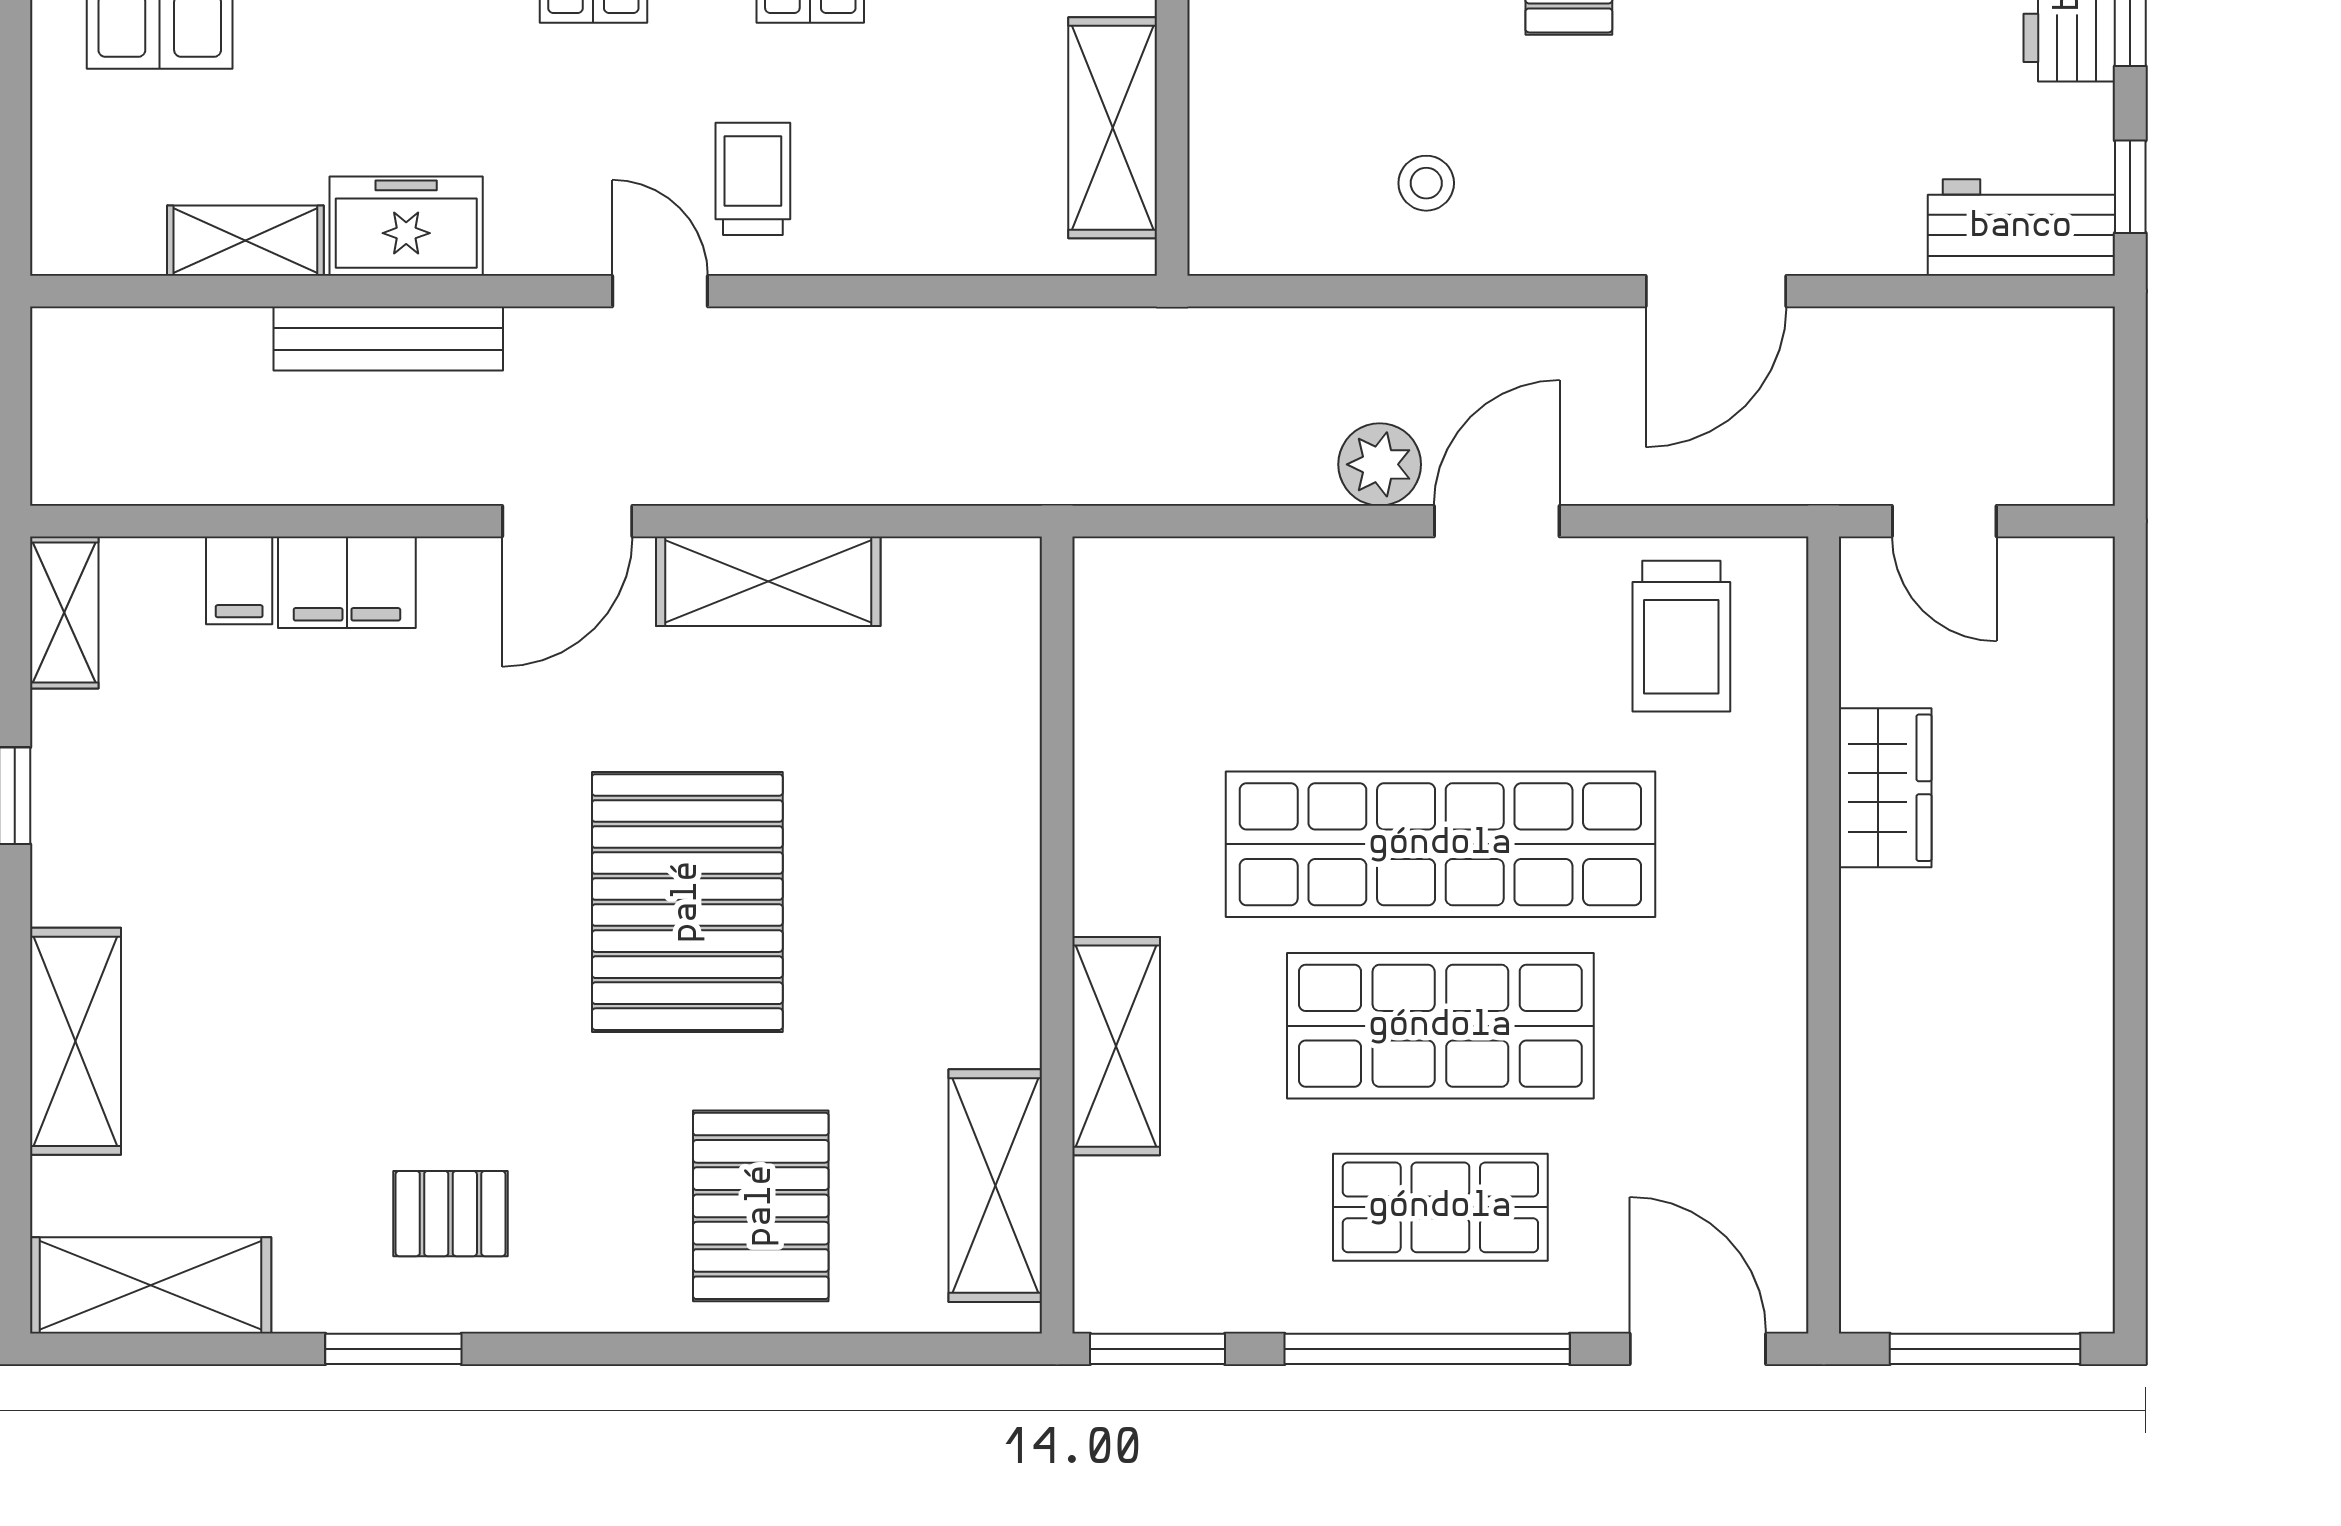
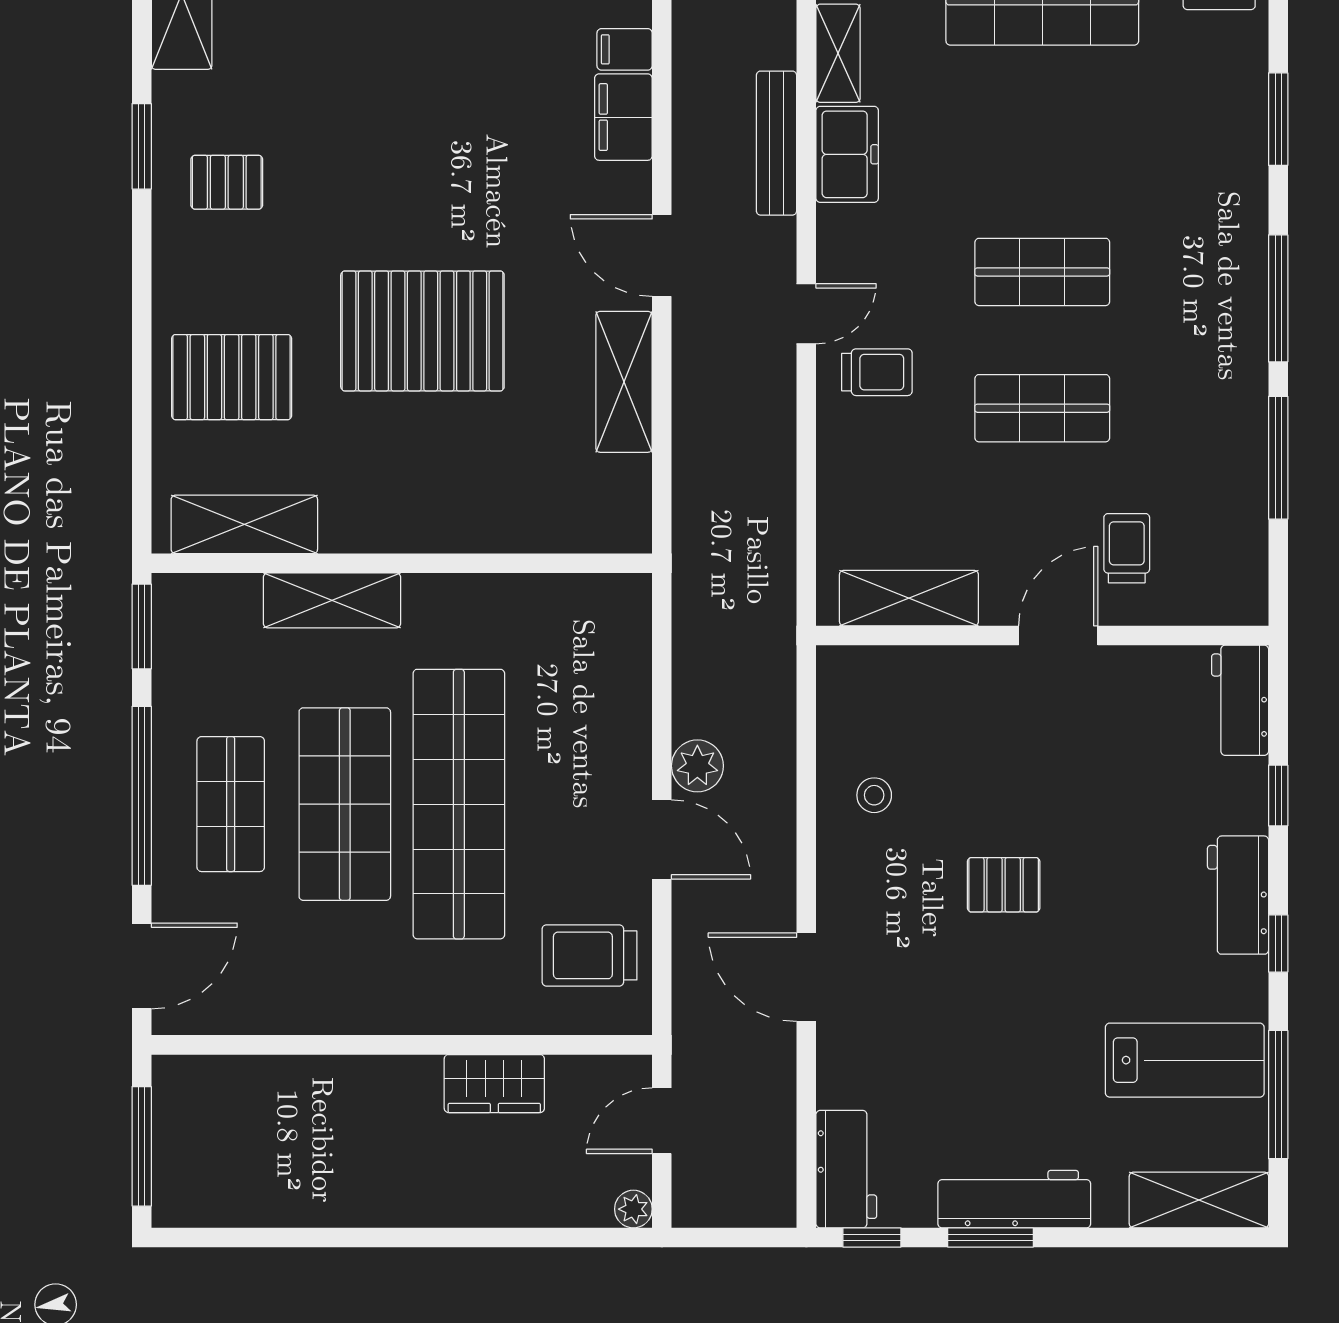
plant: (2085, 566) -> (633, 1209), added
pallet: (451, 1214) -> (227, 182), turned 90

